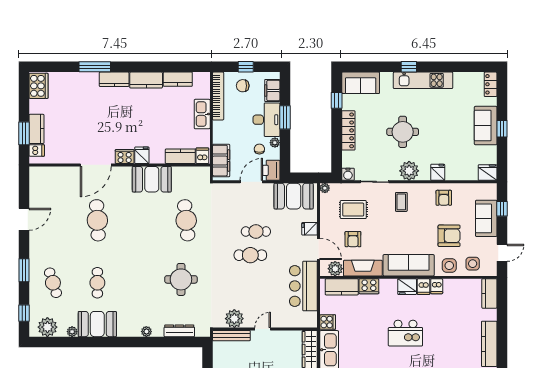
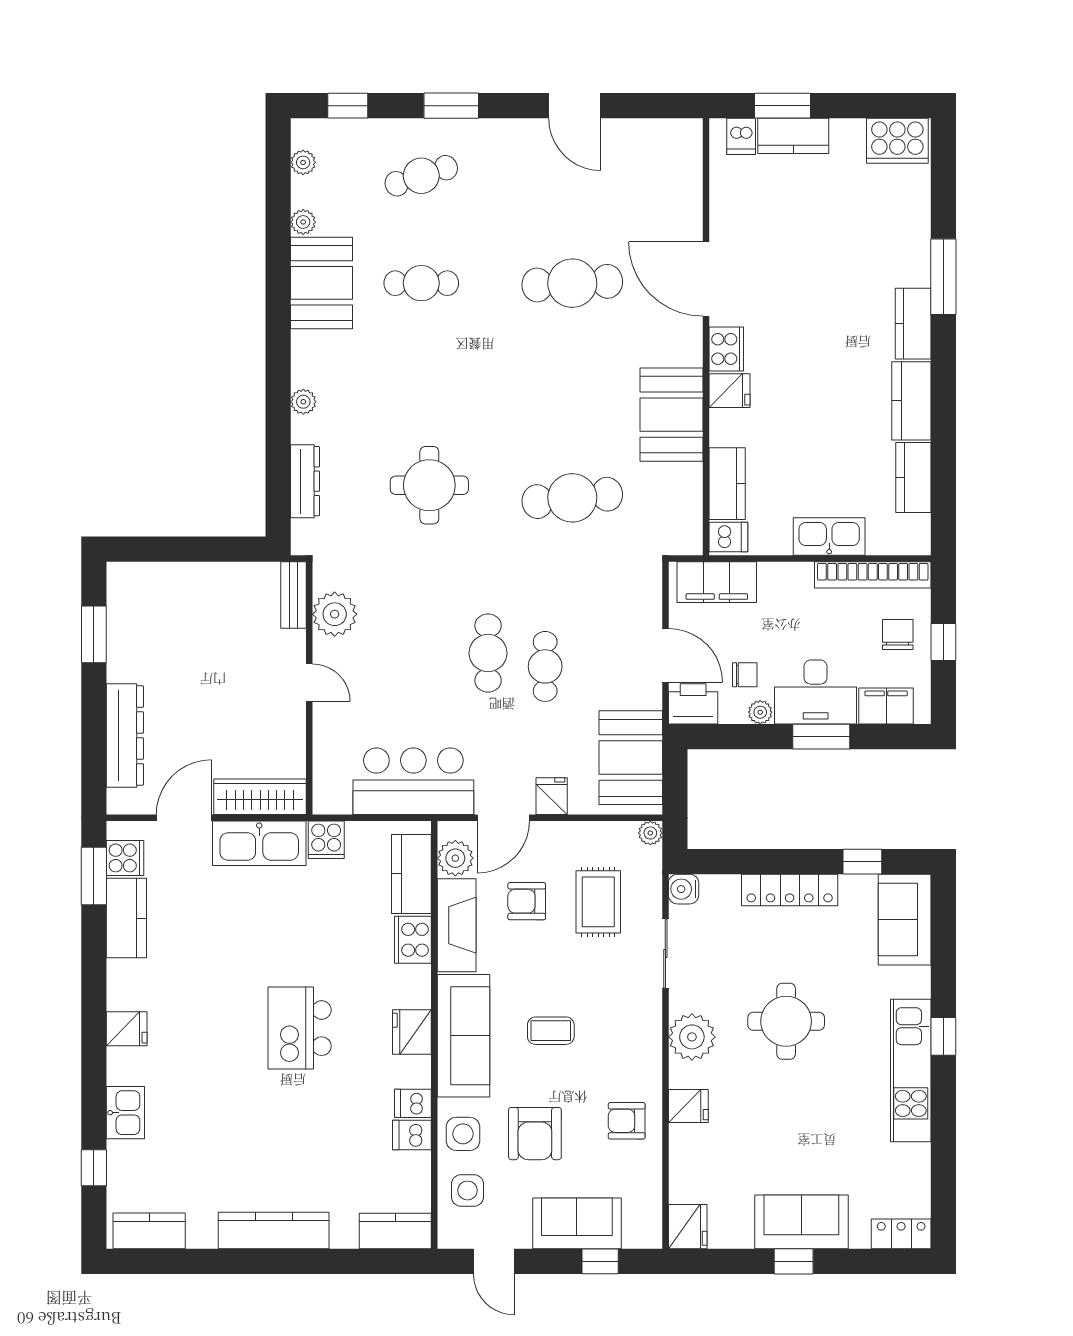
coffee table: (401, 202) -> (551, 1031), moved
dishwasher: (424, 287) -> (412, 1135), moved
plant: (47, 327) -> (303, 162), width x0.53, depth x0.53
bench: (231, 336) -> (294, 595), width x0.73

